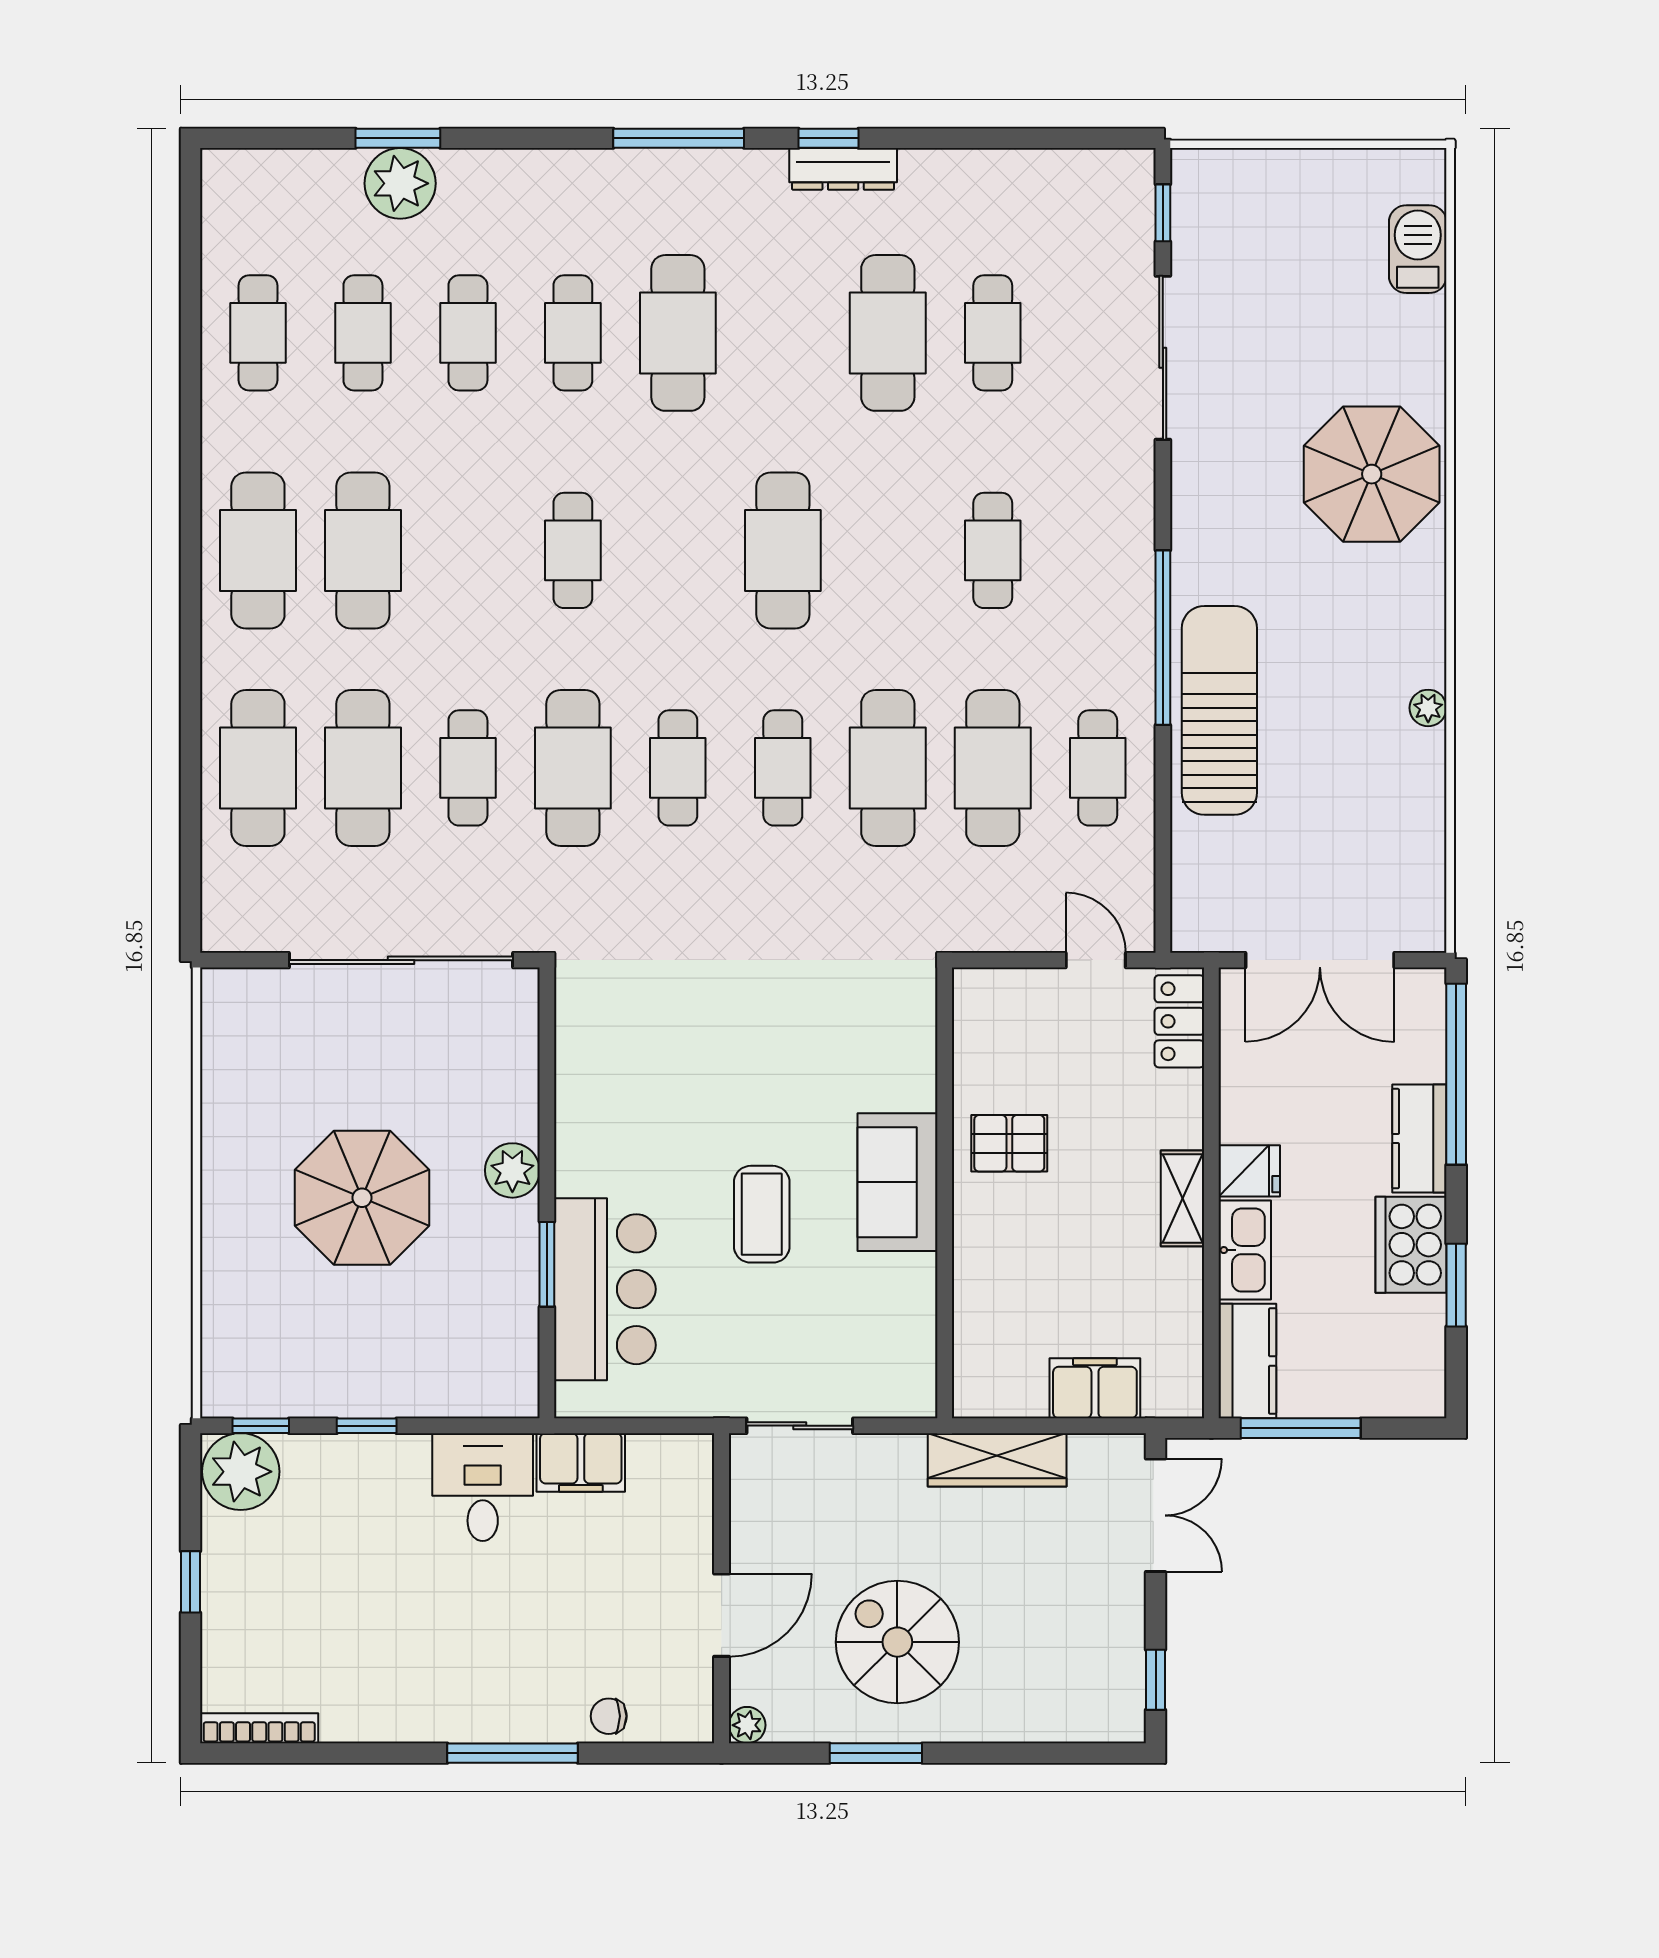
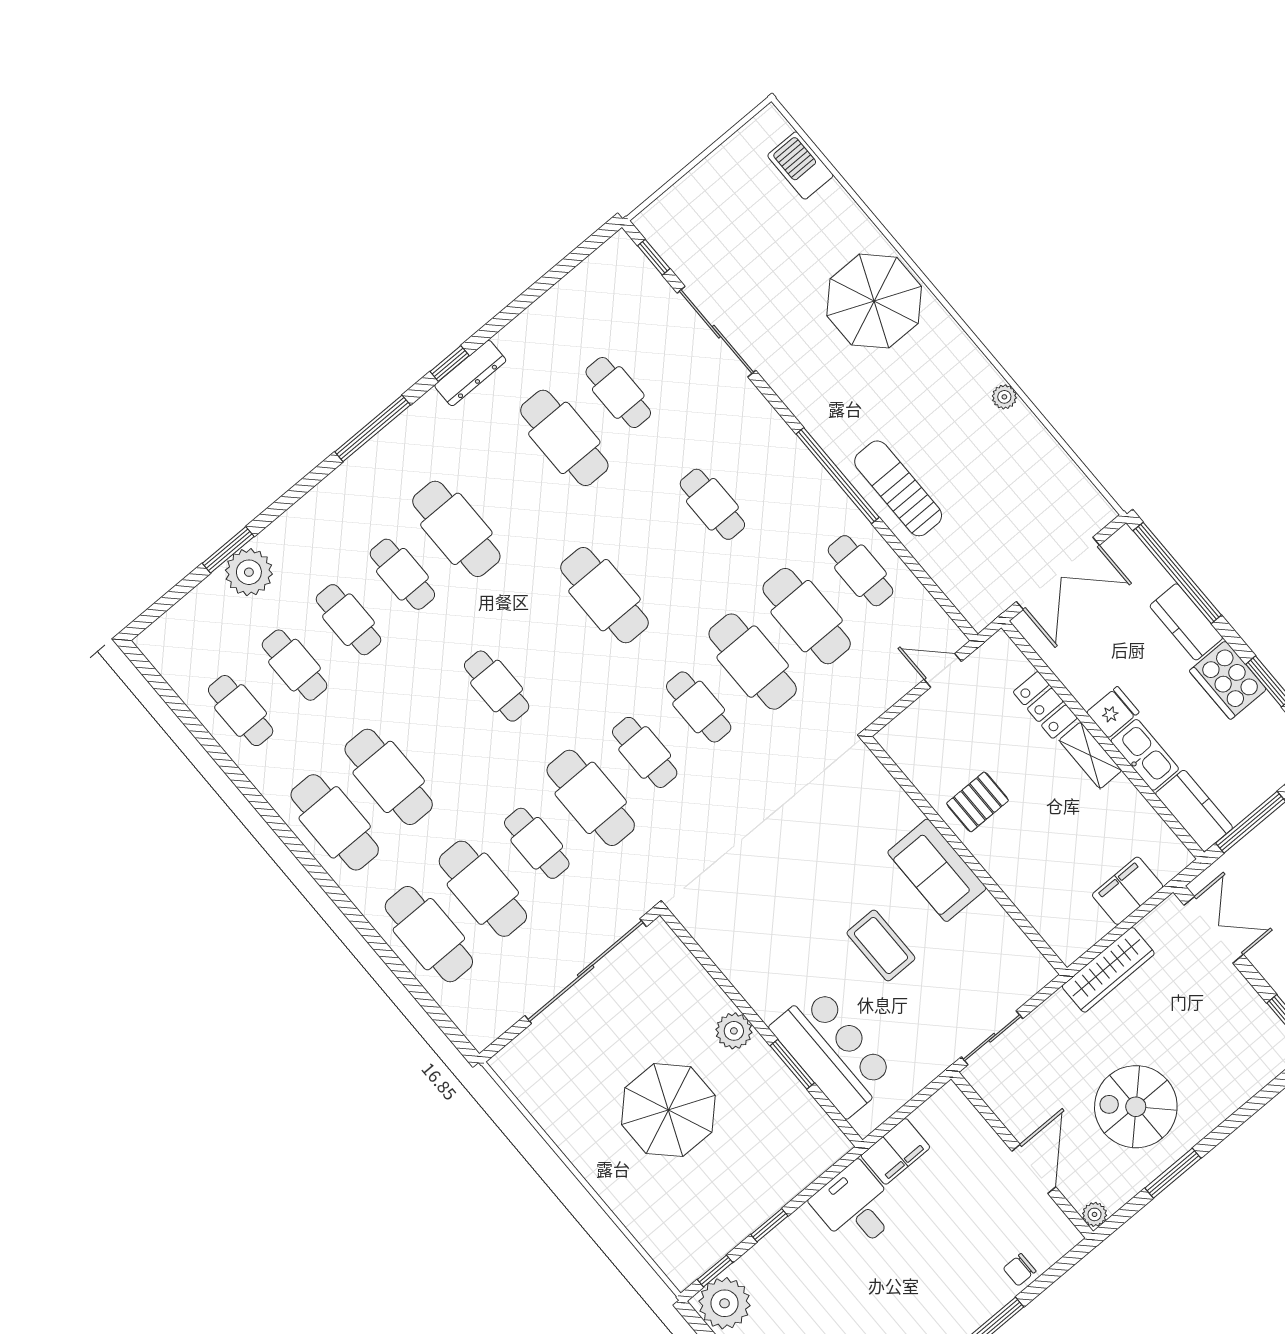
sun lounger: (1219, 710) -> (898, 488), width x0.73, depth x0.75
locker: (1179, 1021) -> (1045, 705), moved

